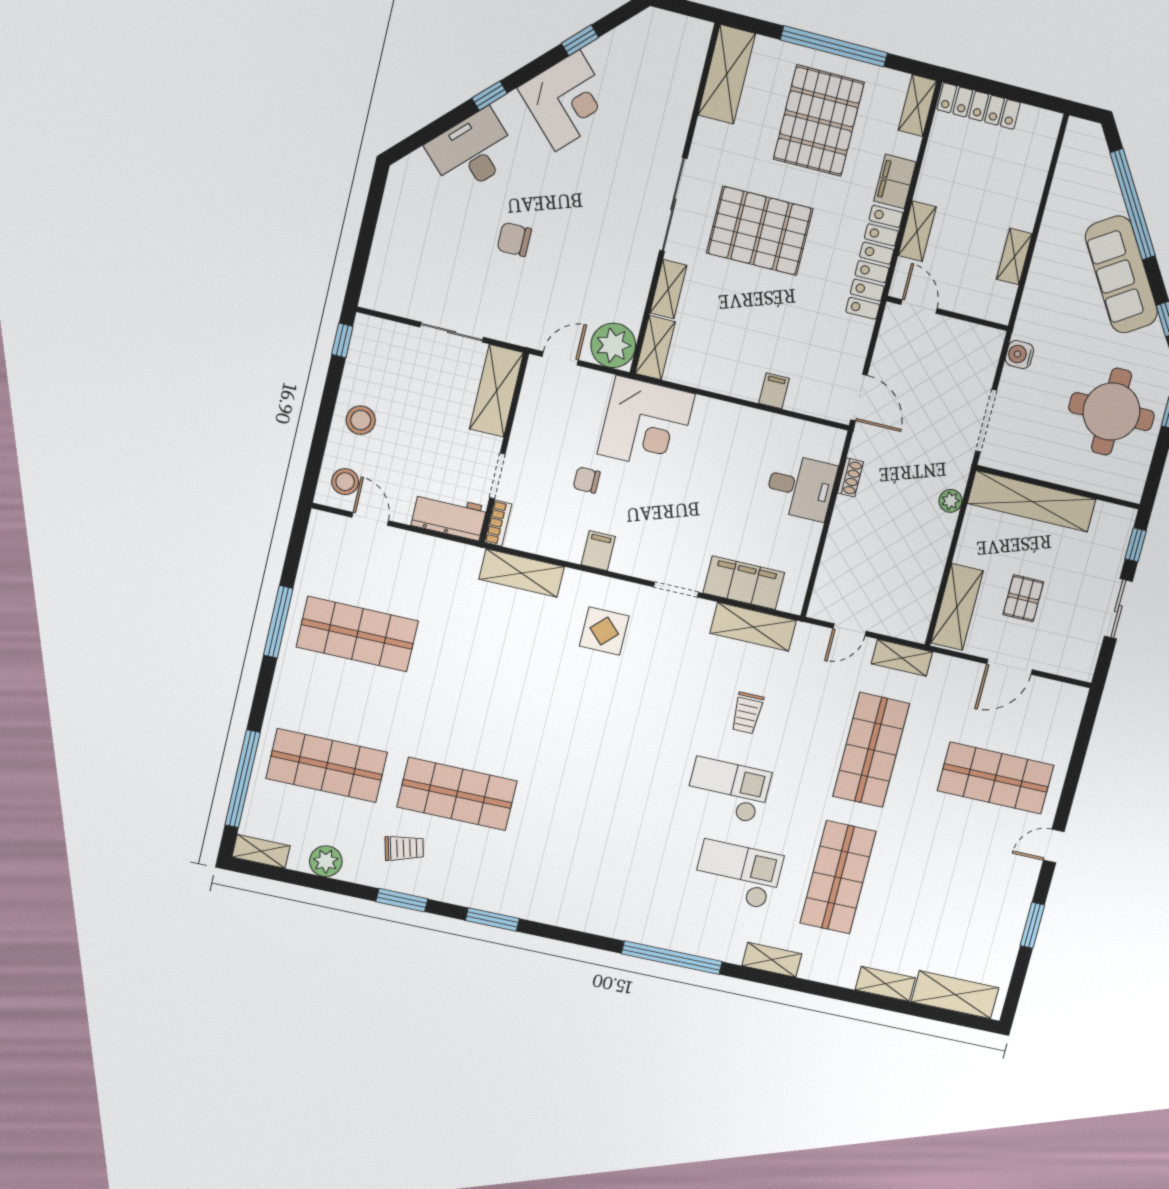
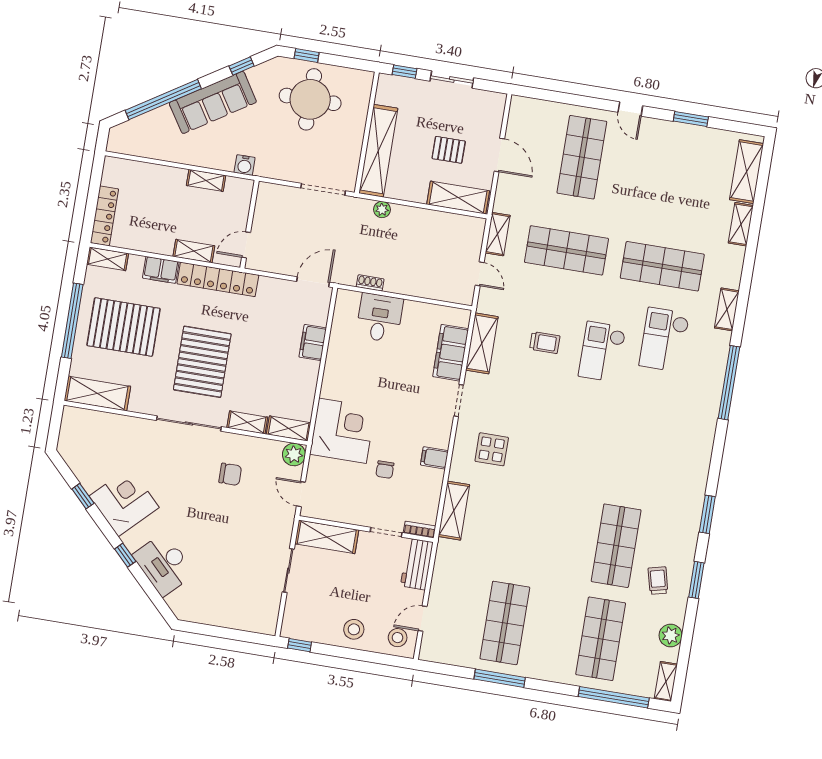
chair: (514, 239) -> (230, 474), moved, turned -90
plant: (613, 345) -> (294, 454), width x0.73, depth x0.73
water cooler: (1019, 355) -> (245, 165), moved
filing cabinet: (774, 391) -> (313, 343), width x2.00

